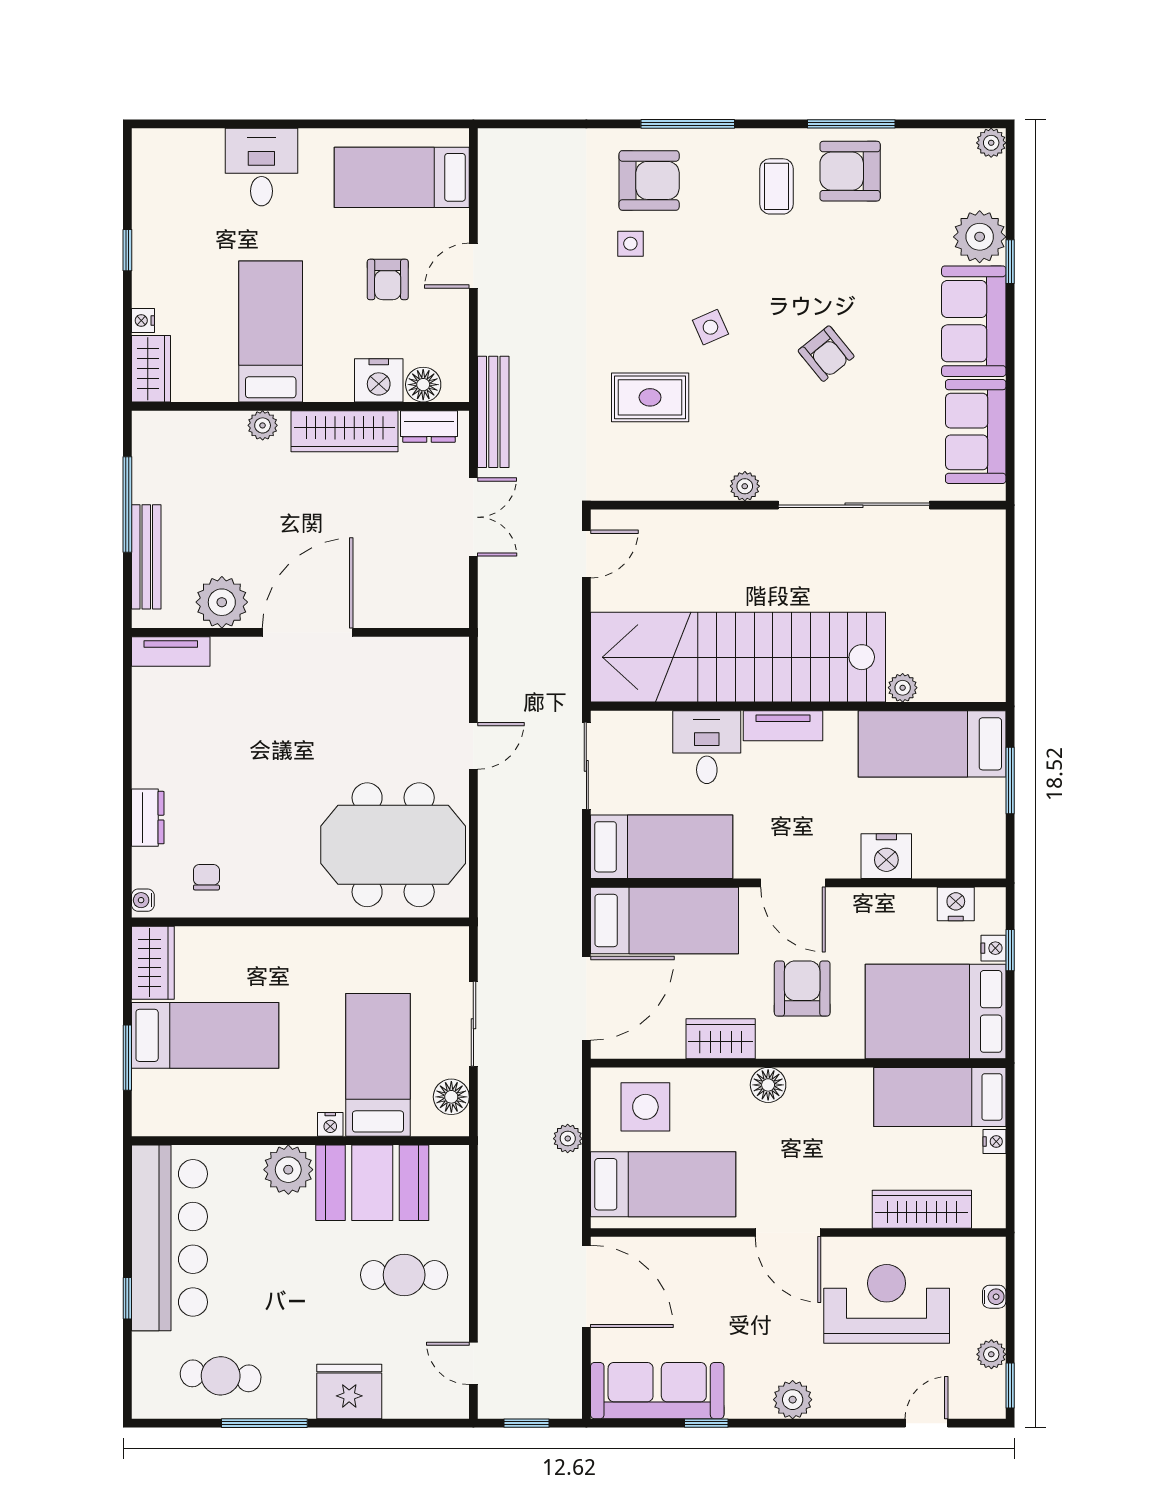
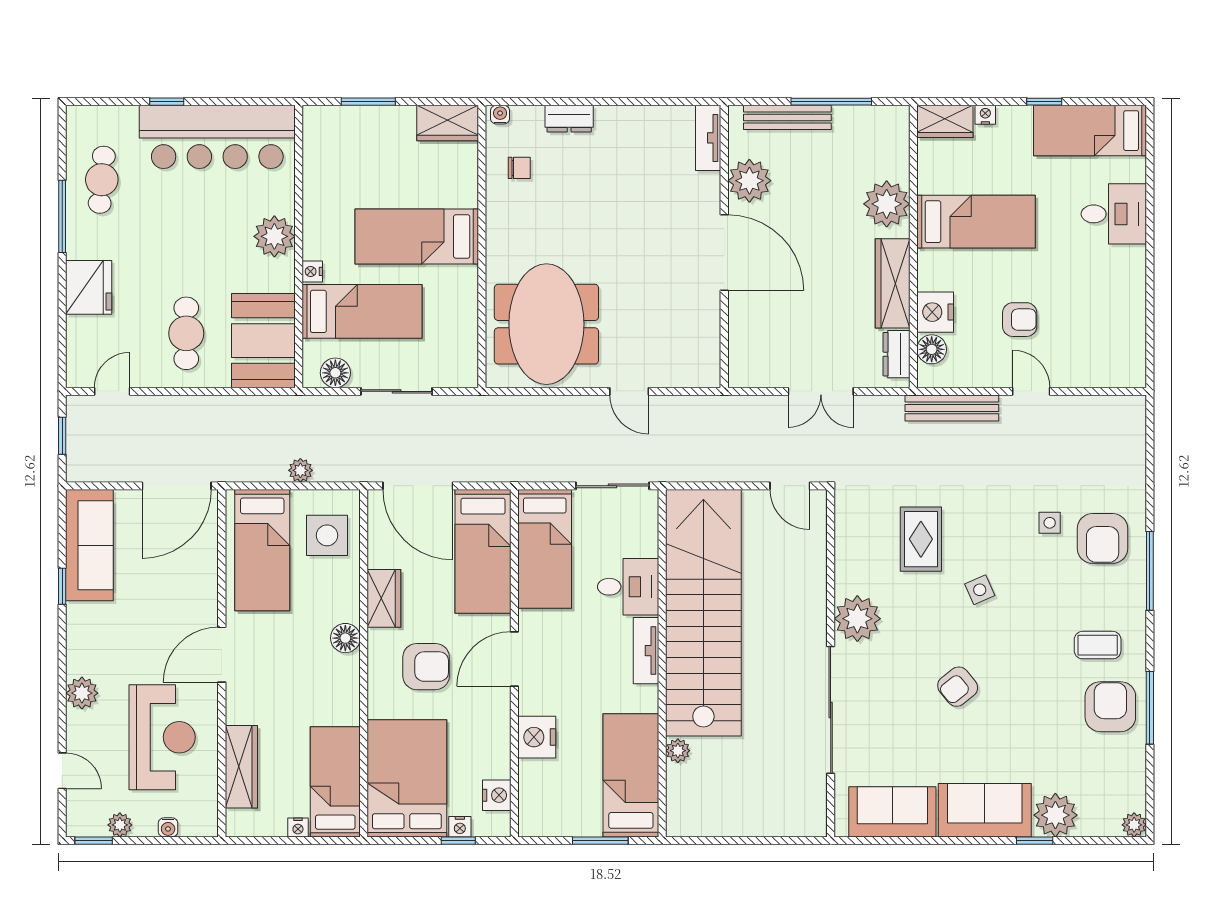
bed: (402, 177) -> (1090, 131), moved, turned -90
armchair: (388, 279) -> (1020, 320), turned 180
bench: (493, 412) -> (952, 408), moved
plant: (263, 425) -> (887, 204), width x1.88, depth x1.88
plant: (745, 486) -> (857, 619), width x1.88, depth x1.88
bed: (205, 1035) -> (417, 236), moved, turned 90
booth: (372, 1183) -> (263, 341), moved
plant: (793, 1400) -> (82, 693), moved

